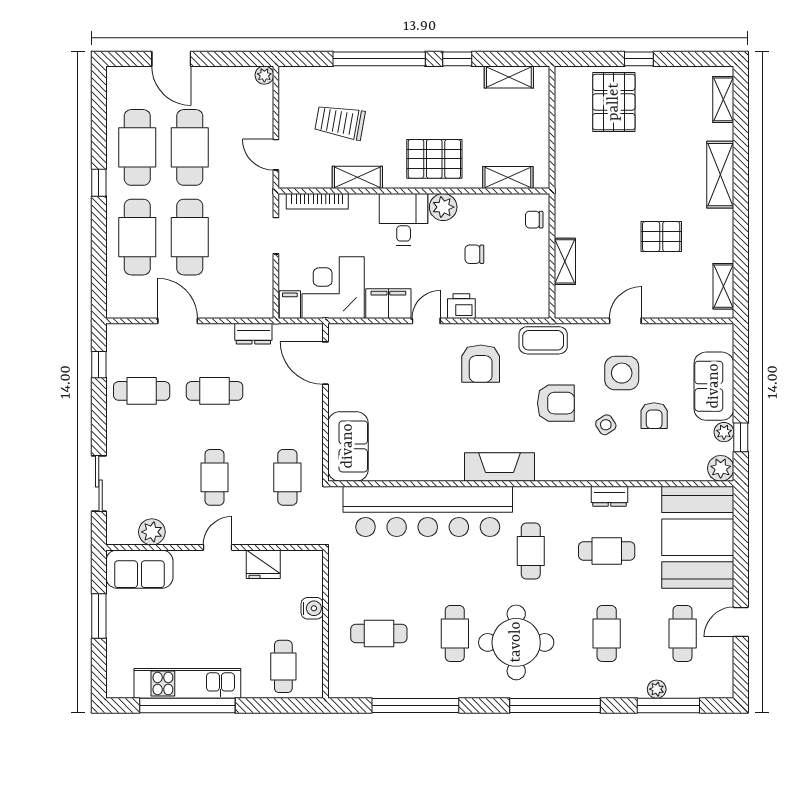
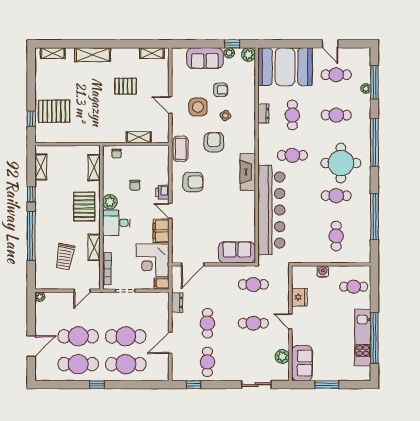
window: (639, 59) -> (31, 119), moved
pallet: (661, 237) -> (126, 86), turned 90

